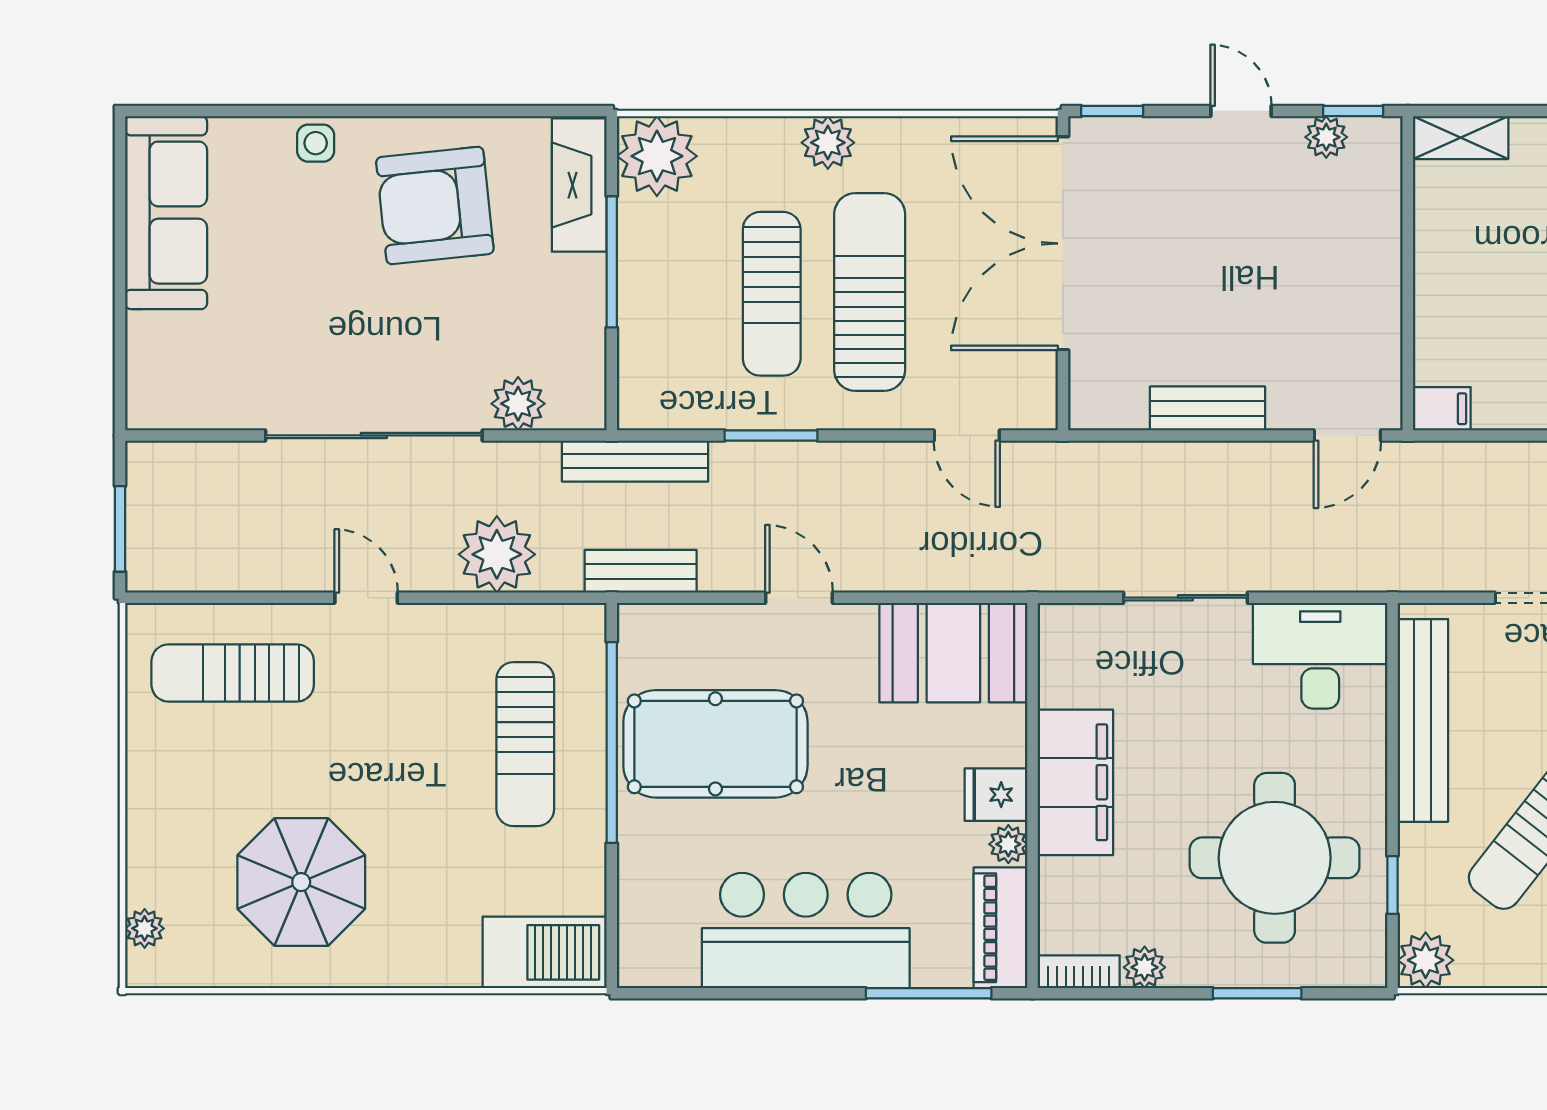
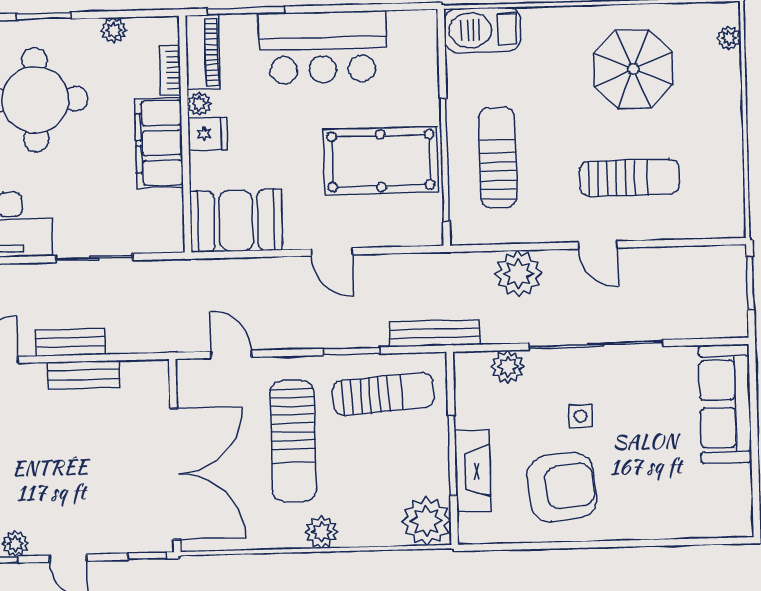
side table: (316, 143) -> (581, 416), moved
fireplace: (579, 185) -> (473, 471), moved
sofa: (166, 213) -> (725, 404), moved
sun lounger: (772, 294) -> (384, 394), moved, turned 86
bench: (641, 571) -> (71, 342), moved
sun lounger: (233, 673) -> (630, 178), moved
bookcase: (1079, 972) -> (170, 70), moved, turned 90

